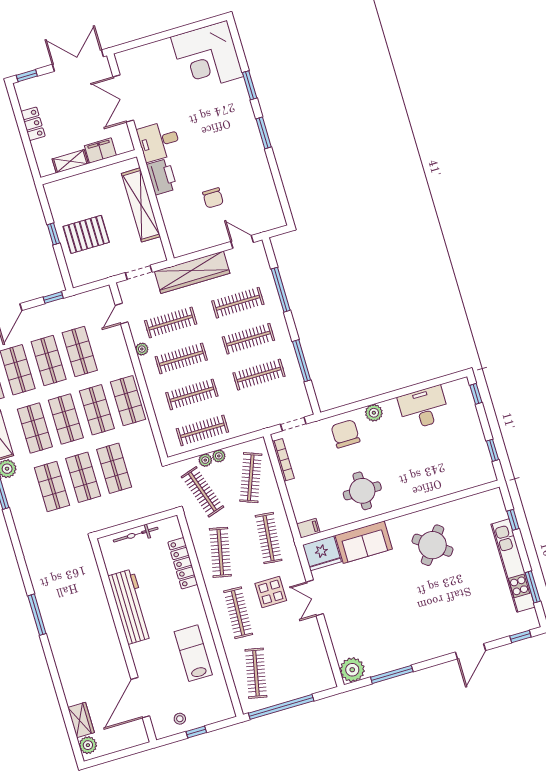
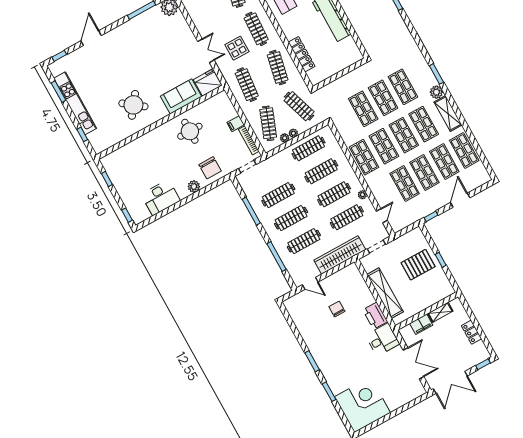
plant: (205, 460) -> (285, 138), moved
filing cabinet: (308, 528) -> (236, 124), moved
bicycle: (136, 535) -> (338, 67), removed

